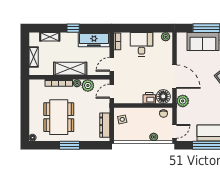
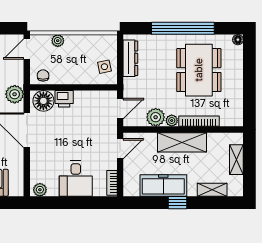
freezer: (94, 40) -> (163, 186), moved
window: (70, 145) -> (183, 28), width x2.11

